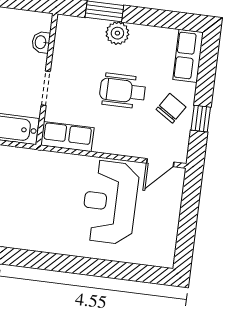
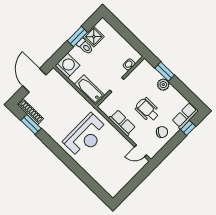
window: (201, 119) -> (188, 128), moved
row of seats: (67, 137) -> (122, 123), moved
reception desk: (110, 202) -> (86, 136), moved, turned 180

